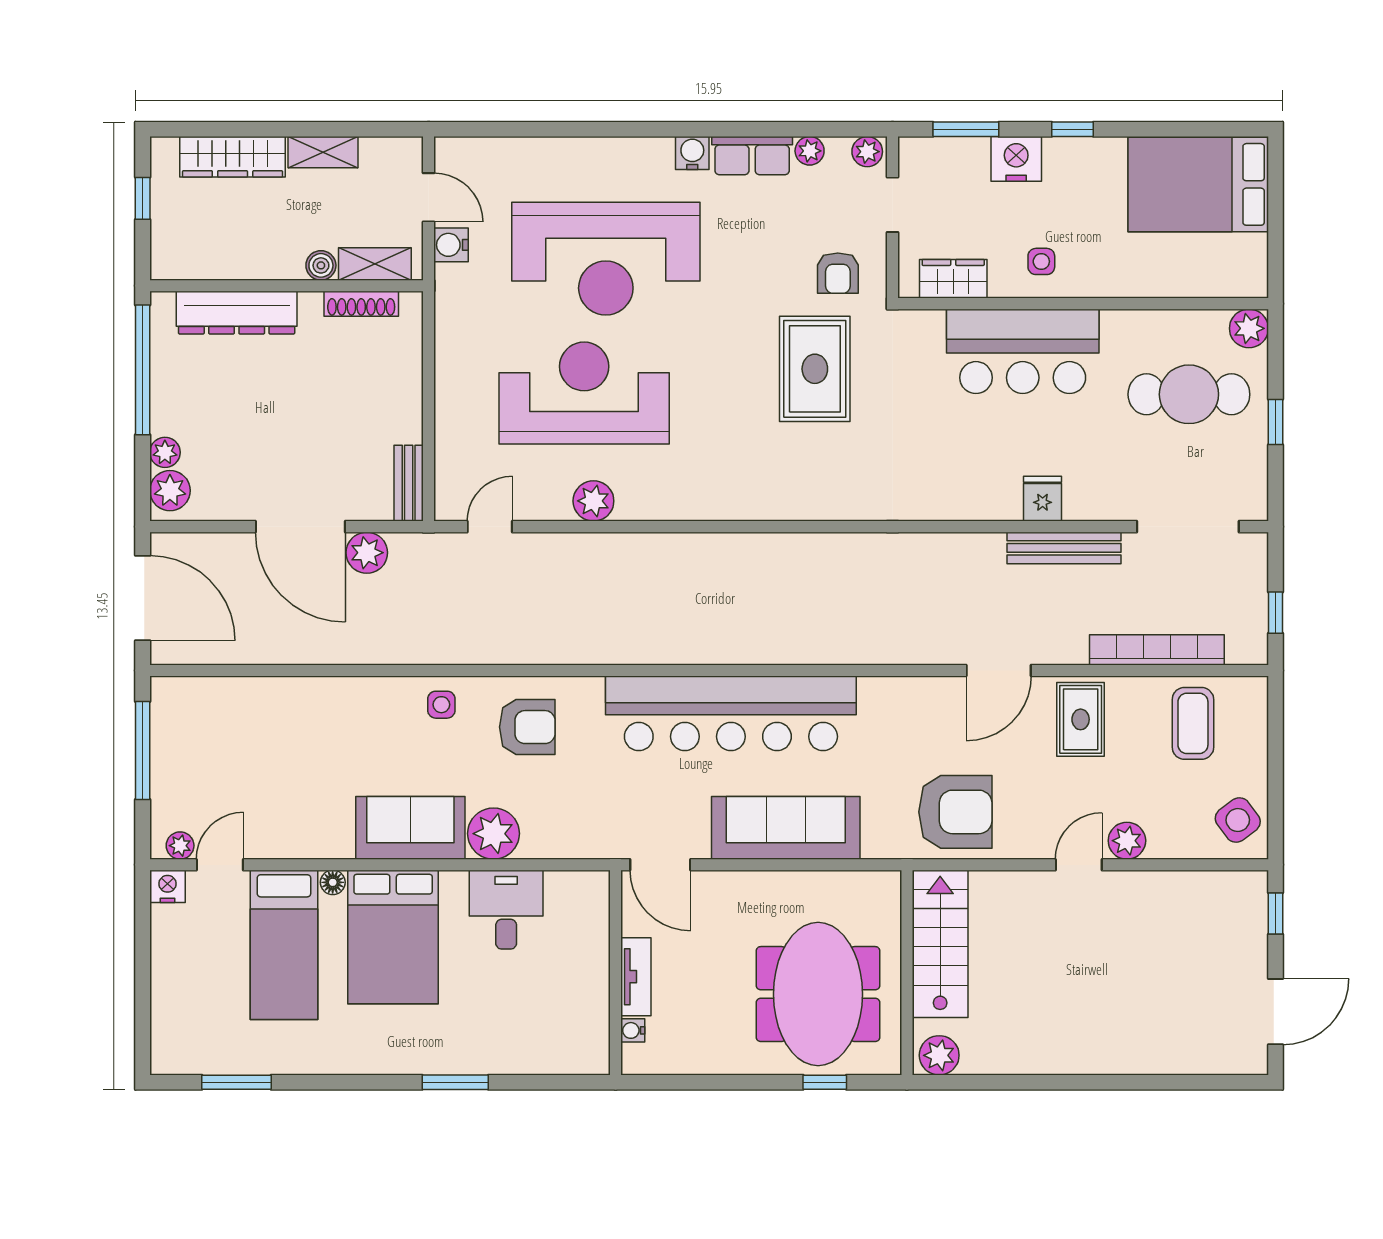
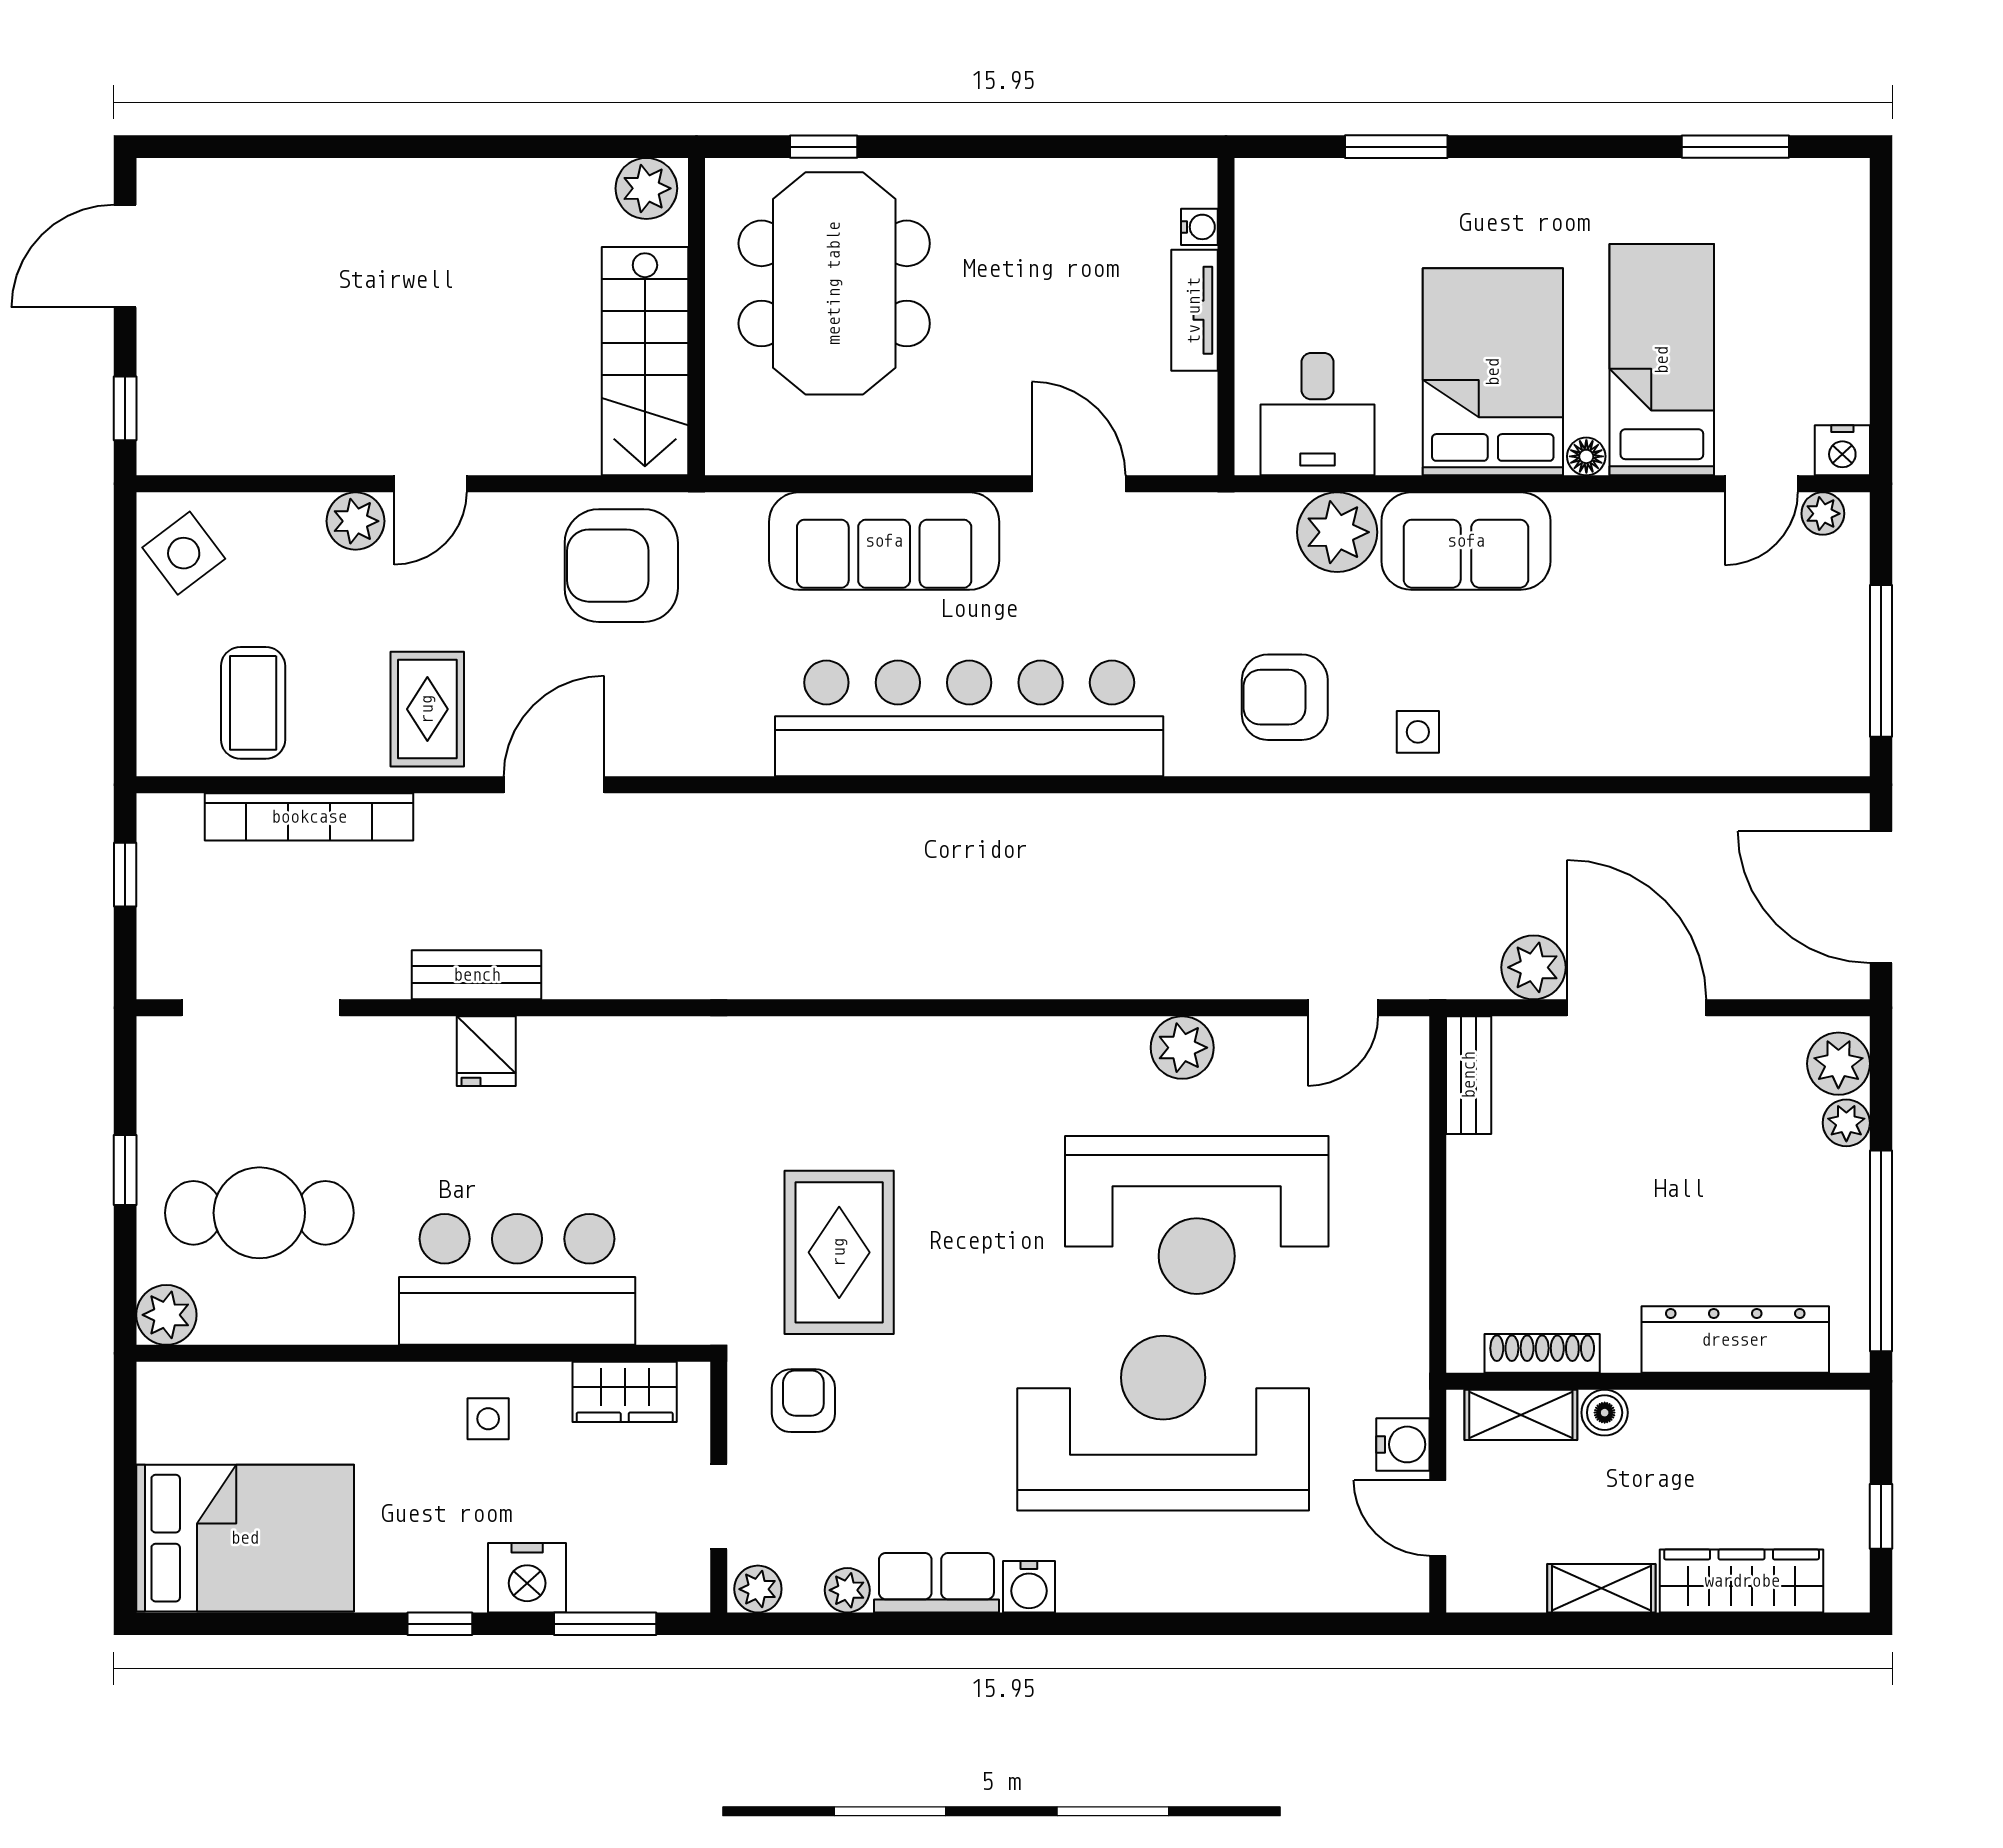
bench: (1064, 548) -> (477, 975), width x0.73
wall: (616, 973) -> (1226, 317), moved
tv unit: (636, 977) -> (1194, 310), moved
water cooler: (633, 1030) -> (1199, 227), moved

